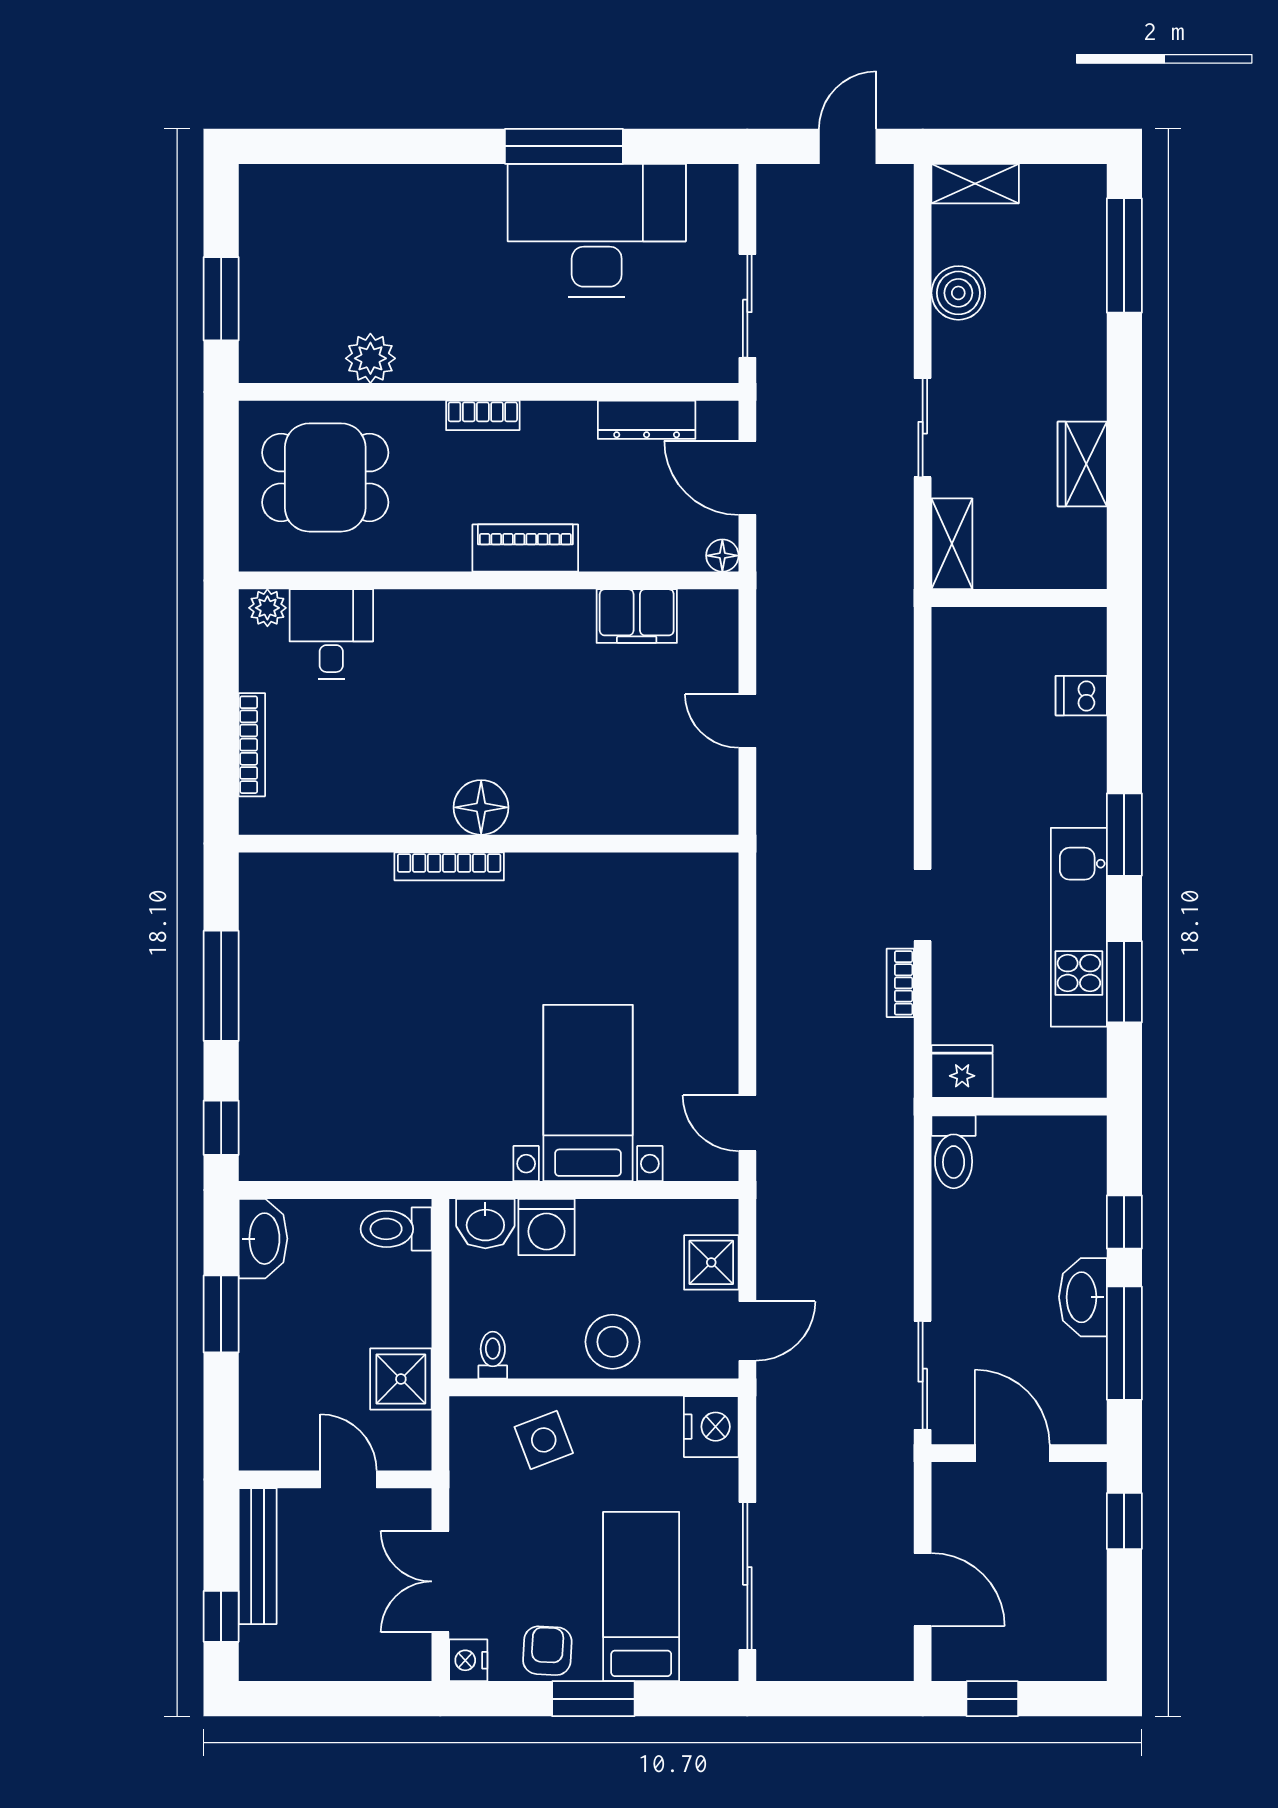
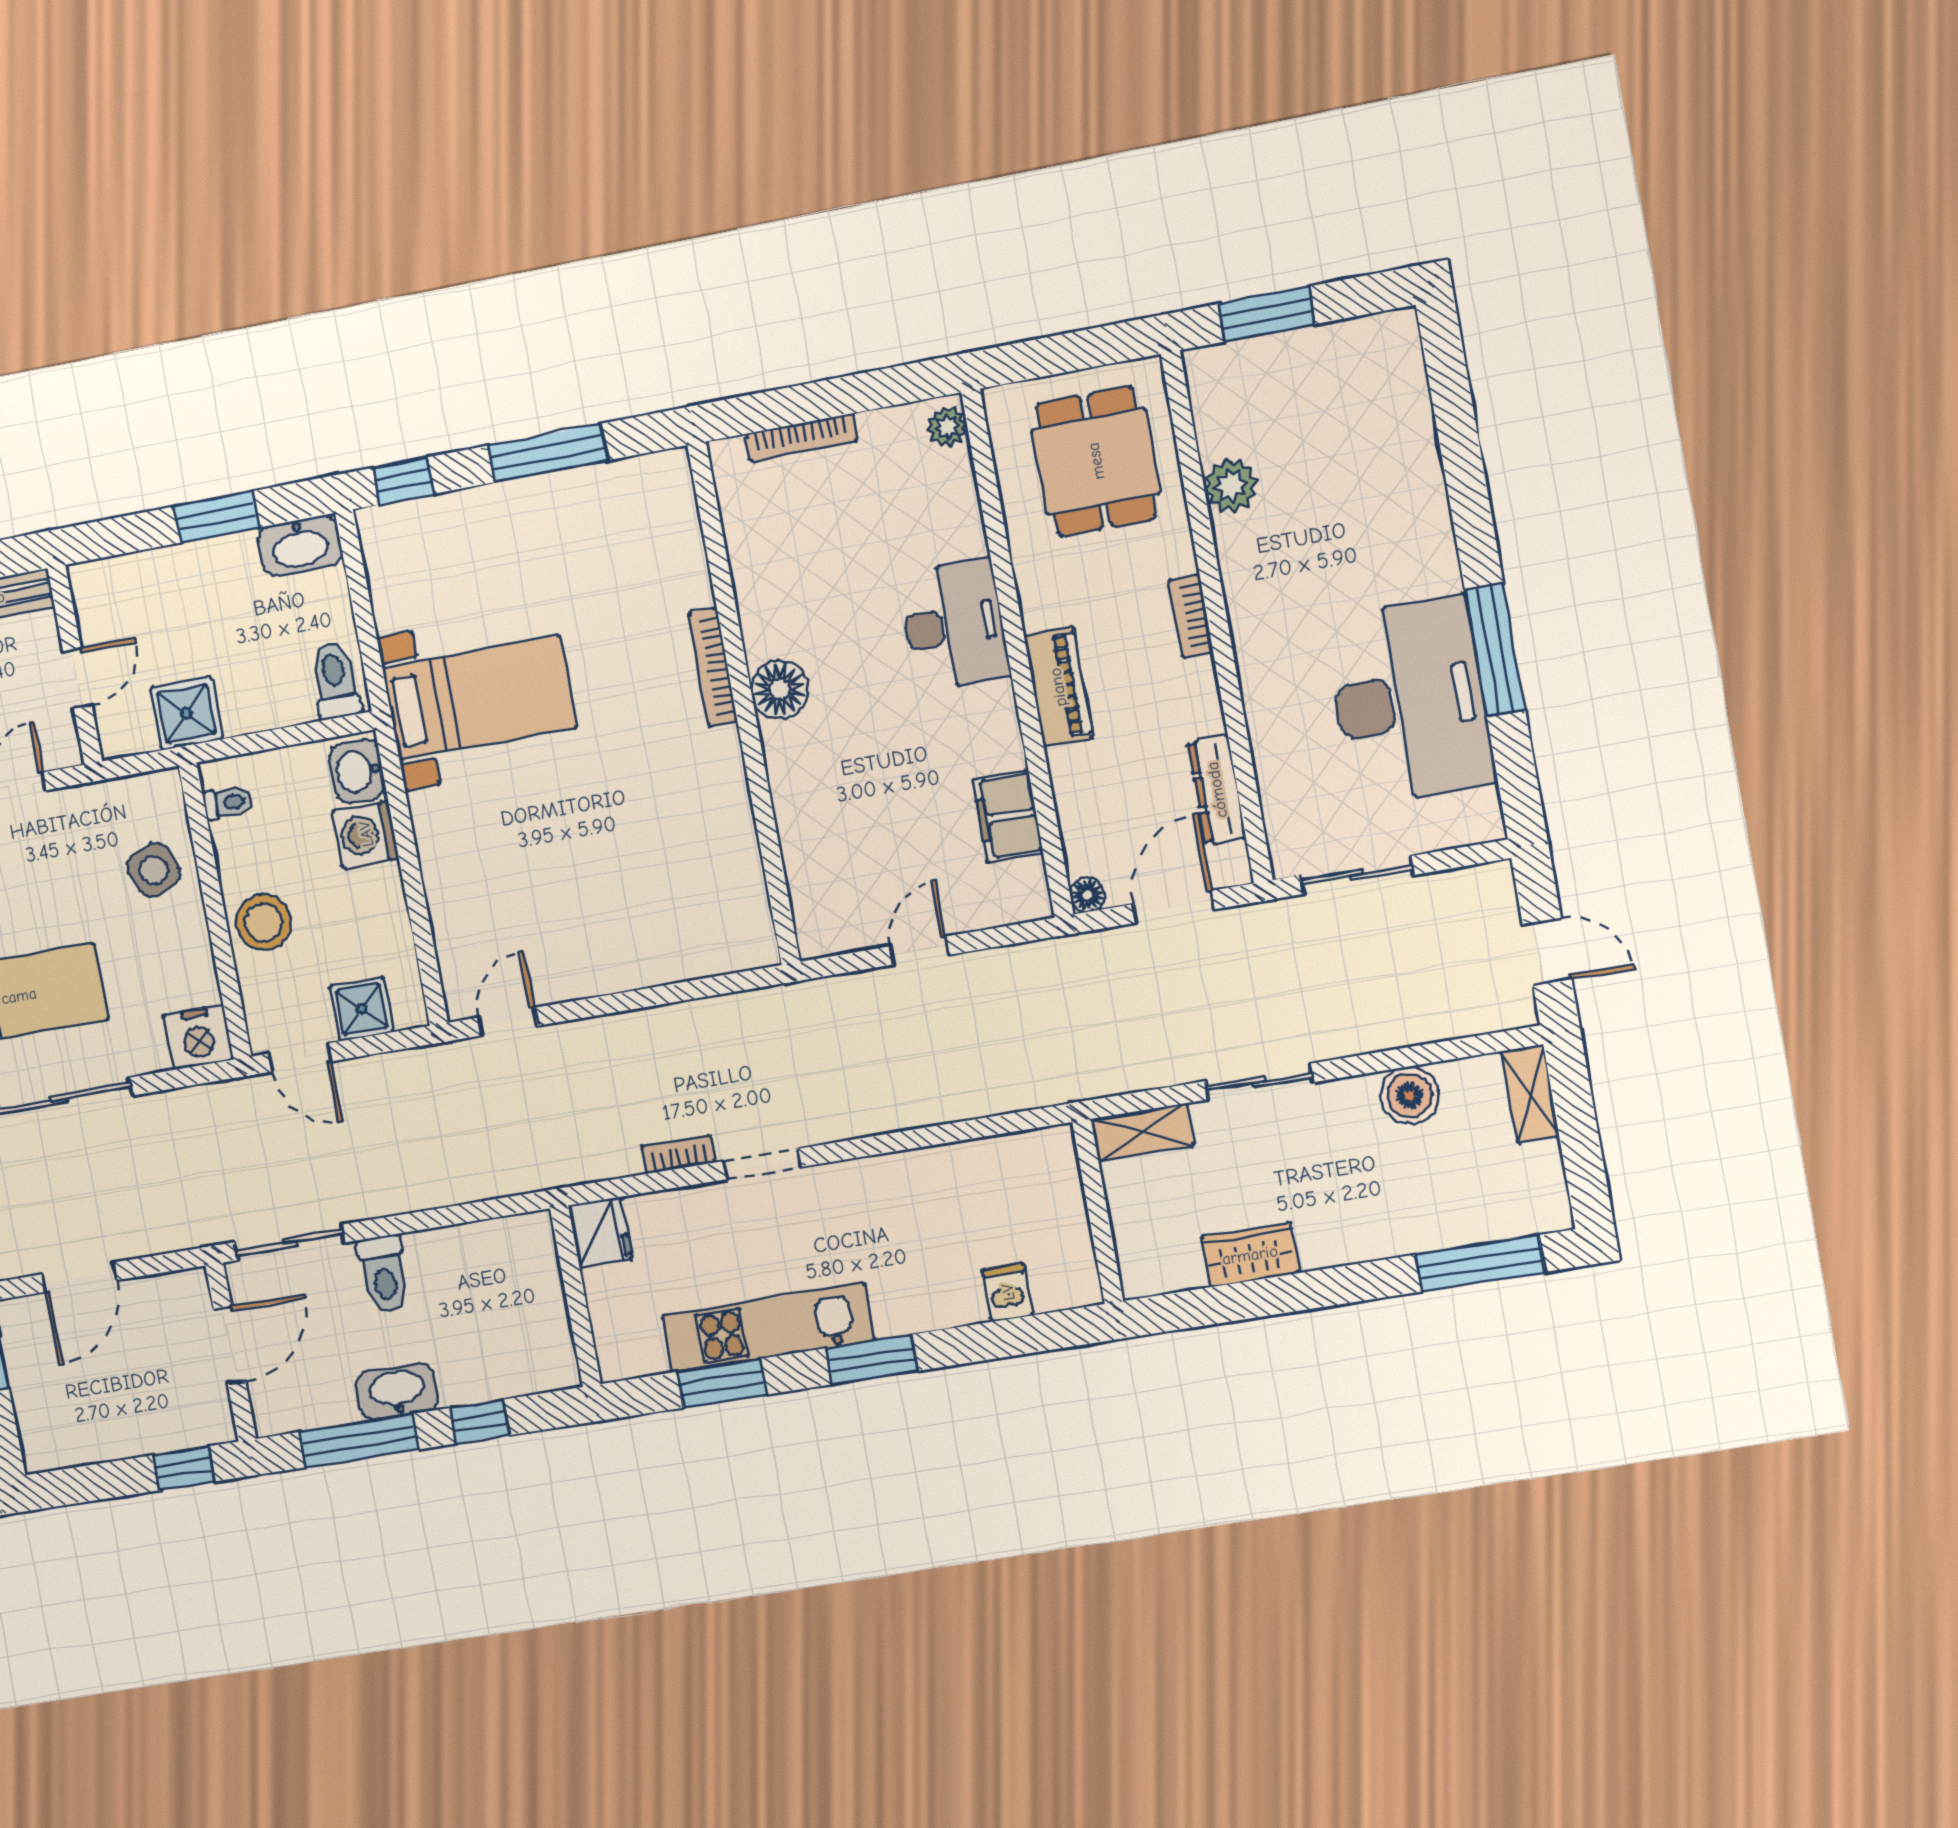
desk: (331, 634) -> (954, 625), moved, width x1.37
bed with nightstands: (588, 1093) -> (480, 698), moved
toilet: (954, 1152) -> (384, 1274), moved, turned -90

